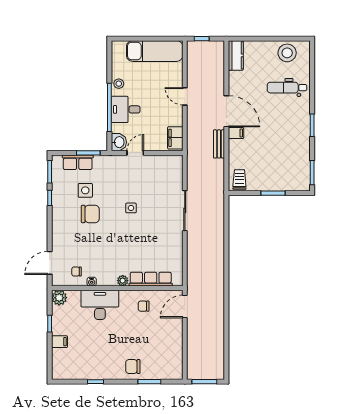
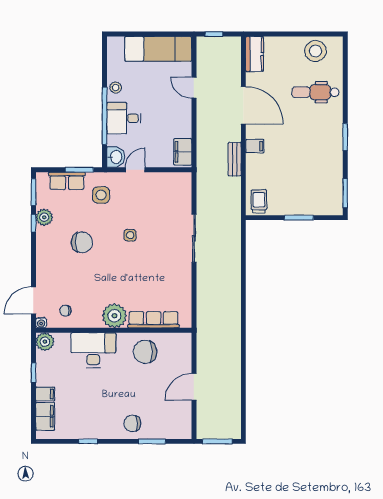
door: (185, 96) -> (194, 88), moved
door: (226, 111) -> (243, 105), moved
side table: (85, 190) -> (101, 195), moved
plant: (59, 193) -> (44, 217), added
plant: (123, 281) -> (114, 316), width x1.87, depth x1.87
water cooler: (92, 282) -> (41, 323), moved
chair: (144, 306) -> (145, 352), width x1.87, depth x1.87
door: (185, 306) -> (194, 387), moved
filing cabinet: (59, 360) -> (45, 416), added

